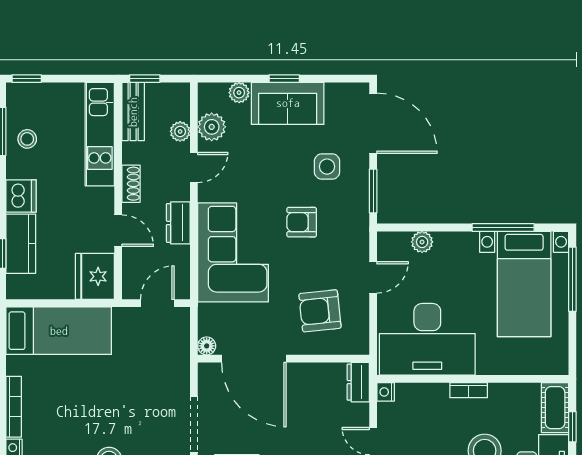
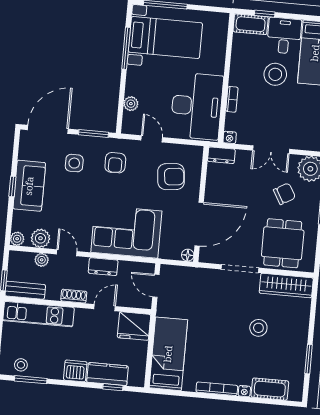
plant: (239, 93) -> (17, 239), moved
stool: (27, 139) -> (21, 365), moved
armchair: (302, 222) -> (115, 163), moved
armchair: (320, 311) -> (171, 177), turned -90
bookcase: (469, 390) -> (232, 99), moved

